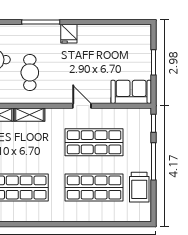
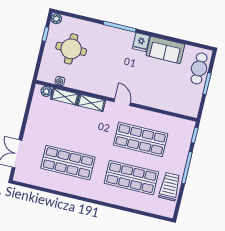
cafe table: (30, 72) -> (199, 68), moved
sofa: (131, 92) -> (165, 50), moved, turned 180
door: (82, 106) -> (122, 102), moved
trolley: (139, 187) -> (170, 187), turned 180

